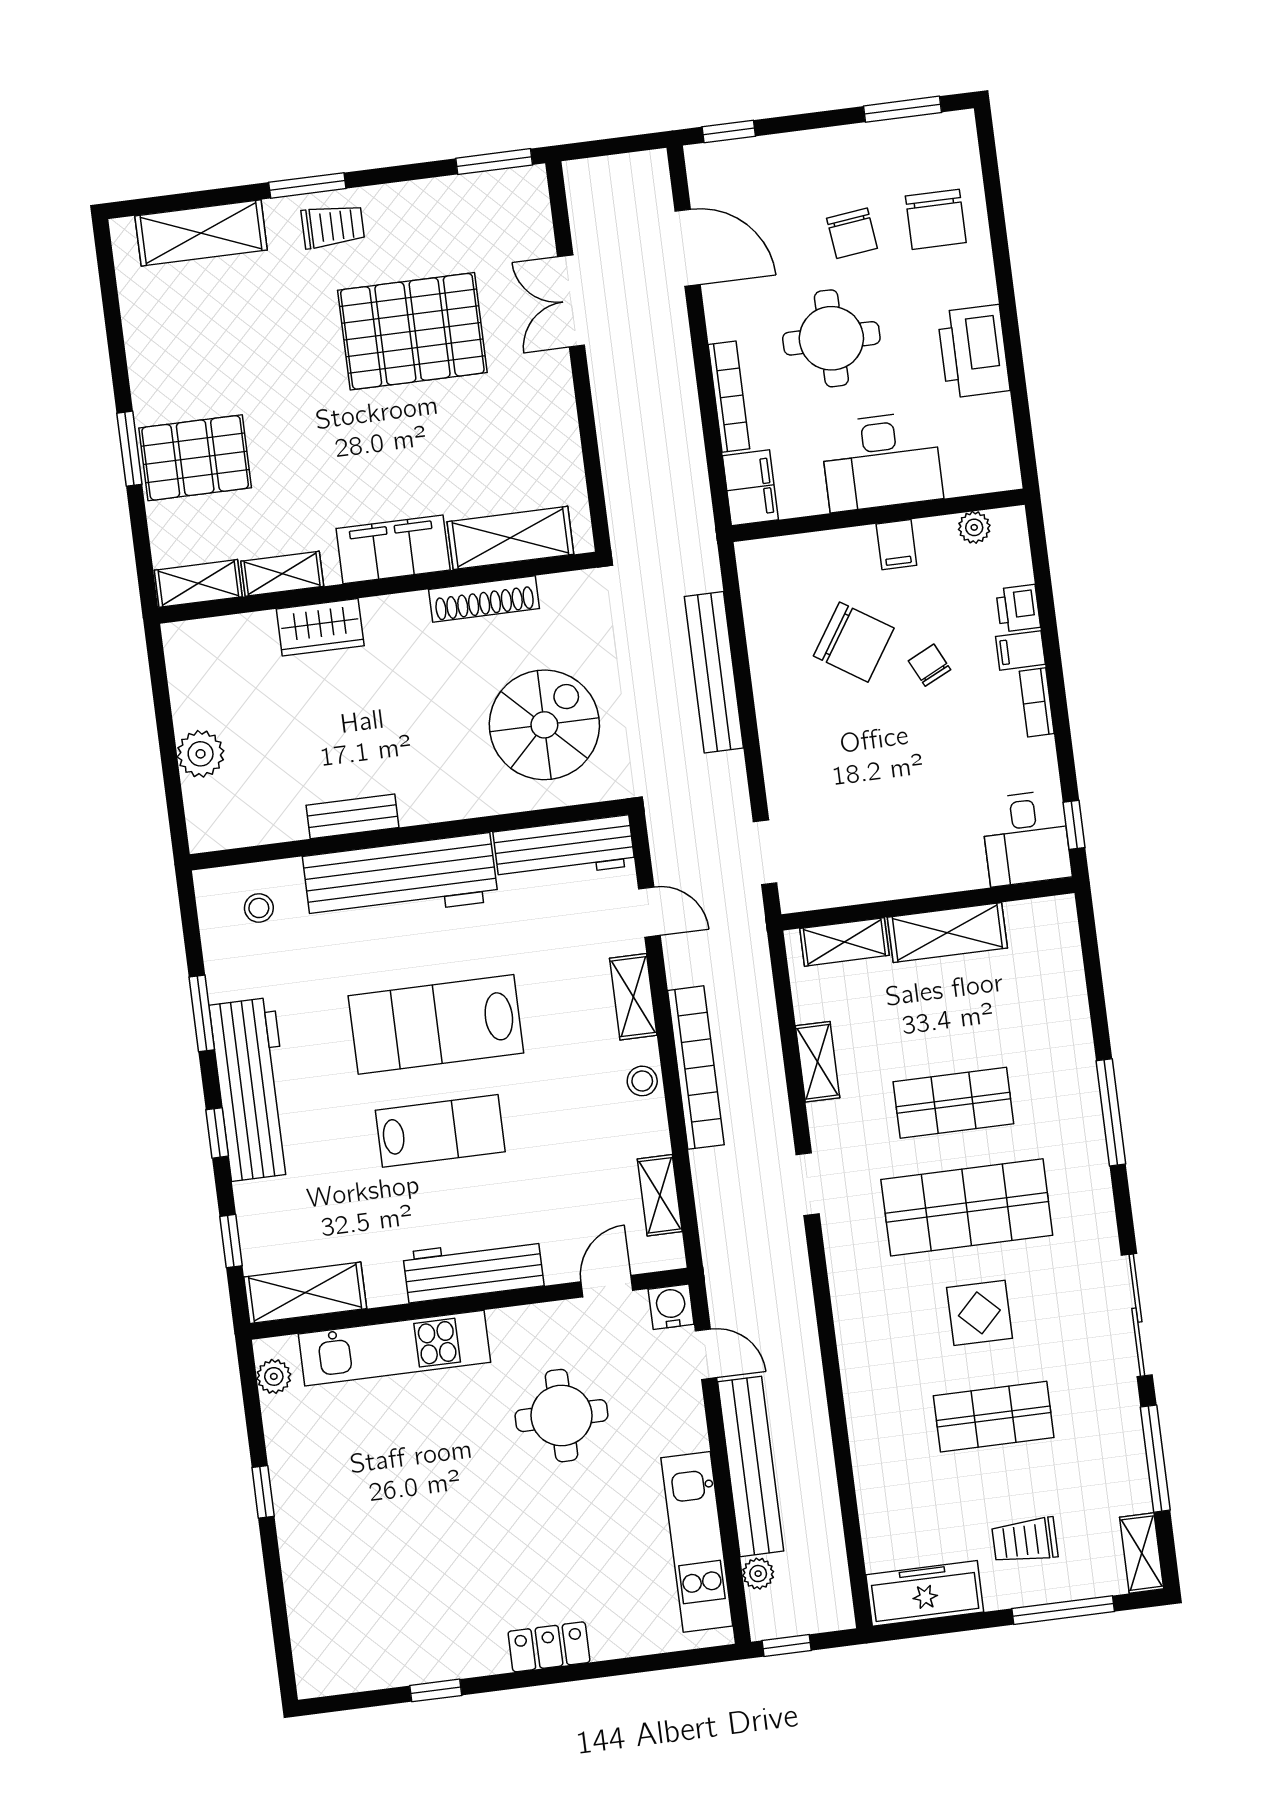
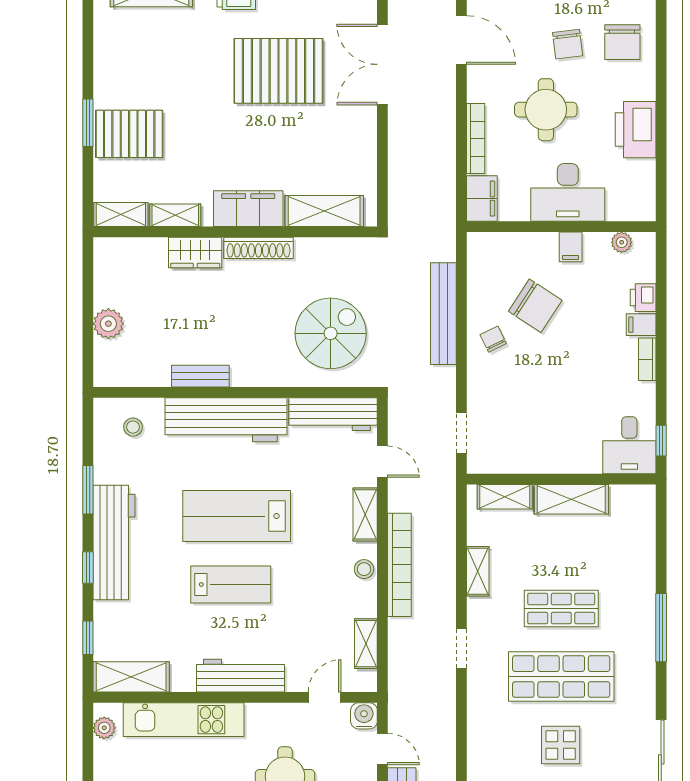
double door: (571, 301) -> (382, 64), width x1.37
shoe rack: (484, 599) -> (258, 248), moved
chair: (929, 665) -> (493, 339), moved

